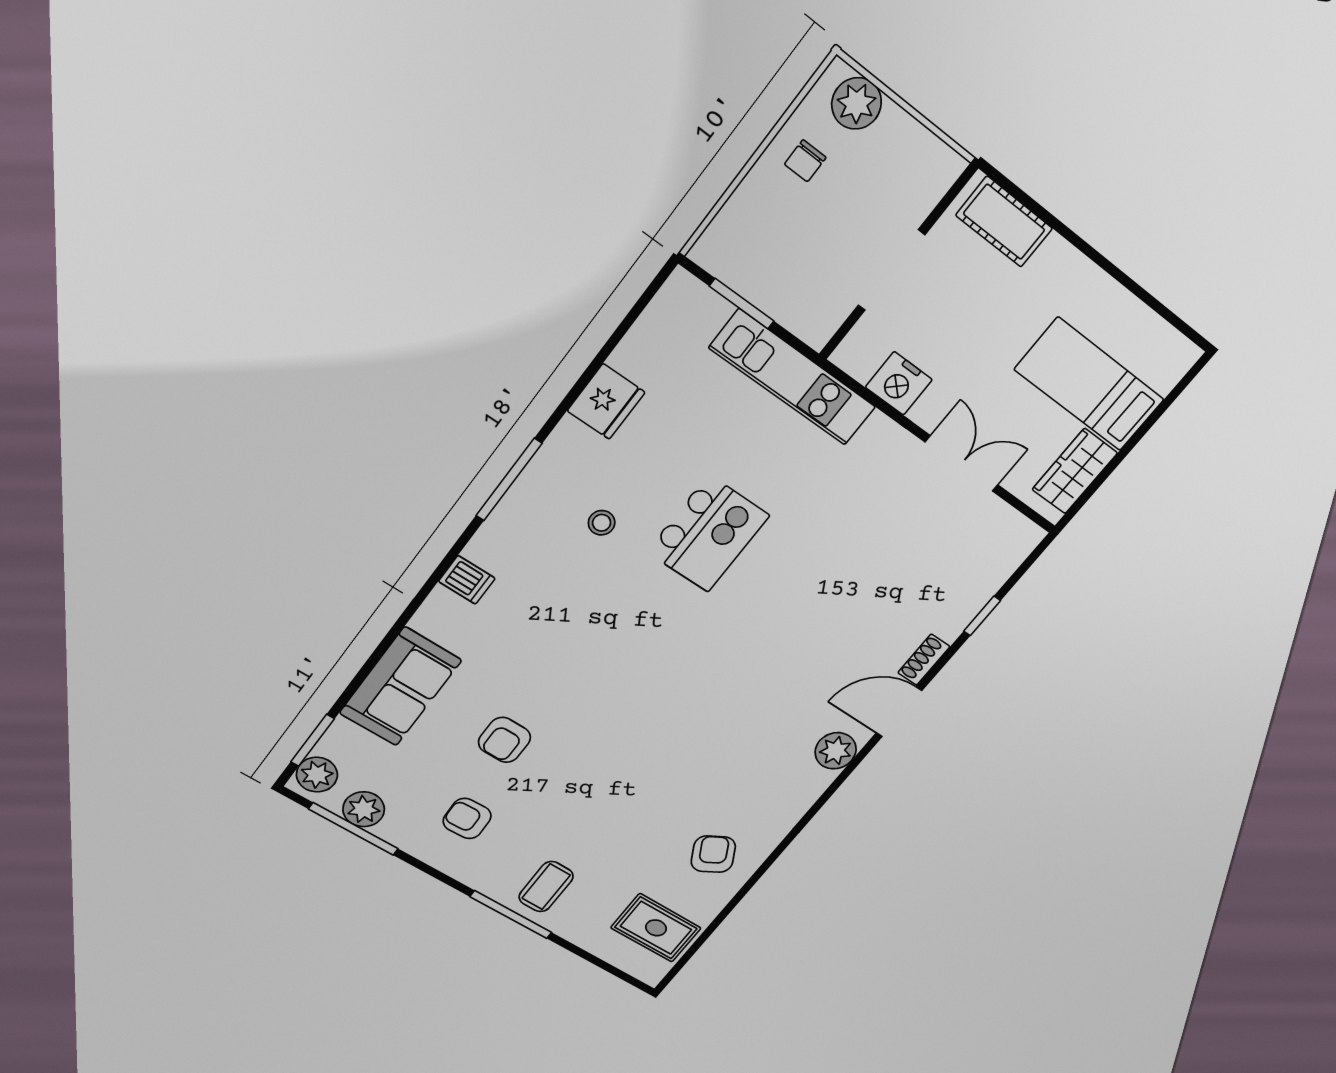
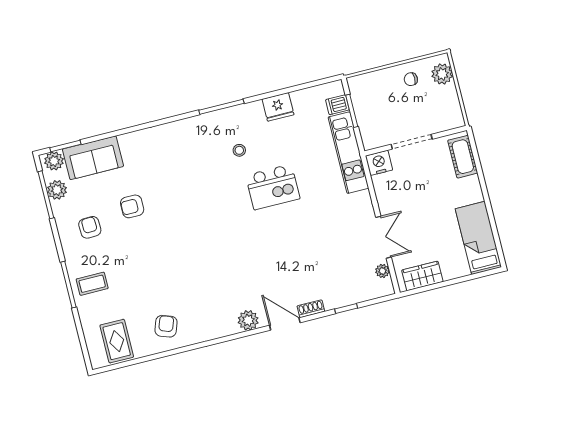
nightstand: (899, 383) -> (379, 163), moved, turned 90
bed: (1089, 385) -> (478, 238), moved
plant: (1000, 516) -> (382, 271), added
dishwasher: (467, 580) -> (337, 105), moved, turned 90
sofa: (400, 687) -> (93, 158), moved
armchair: (713, 854) -> (166, 326), turned -41

